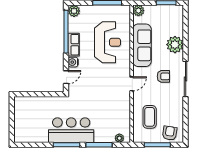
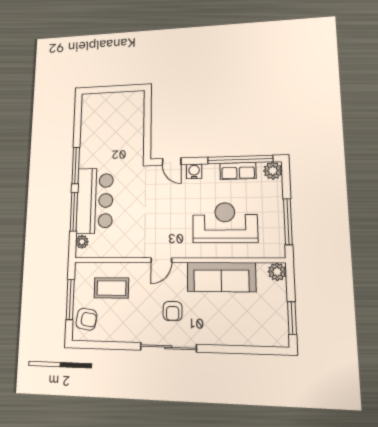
reception desk: (107, 42) -> (225, 223), turned 180
row of seats: (74, 45) -> (238, 171), moved
plant: (175, 45) -> (223, 331), removed
door: (132, 84) -> (161, 260), hinge flipped
bar counter: (71, 130) -> (95, 201), moved

